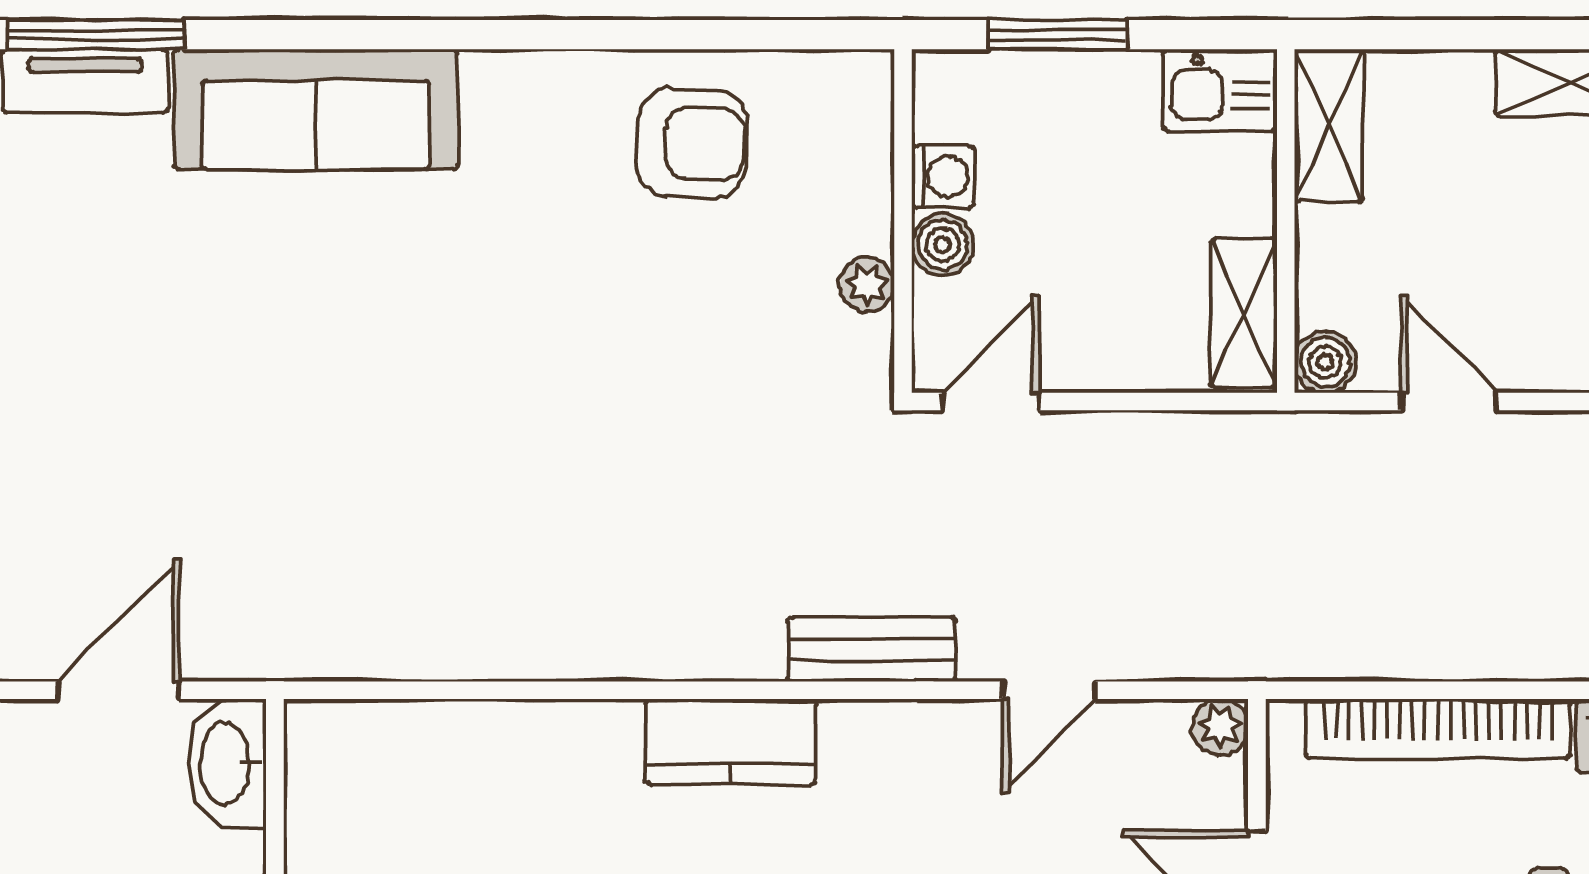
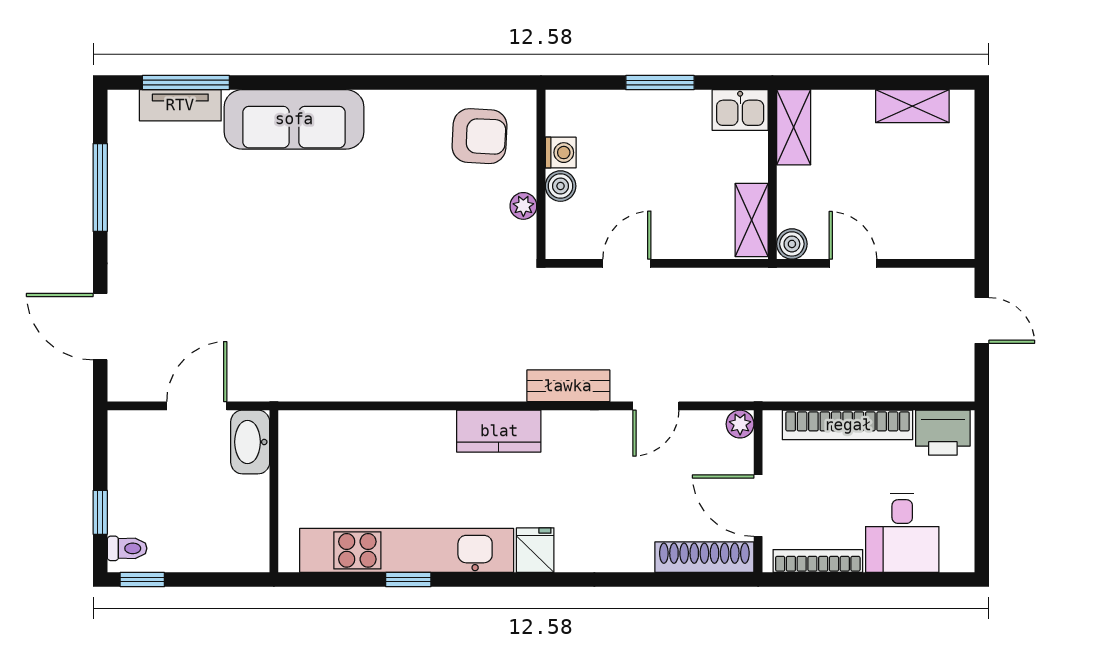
washing machine: (943, 177) -> (561, 153), moved
wall: (903, 221) -> (541, 174), moved
boiler: (943, 244) -> (561, 186), moved
plant: (867, 285) -> (523, 206), moved

